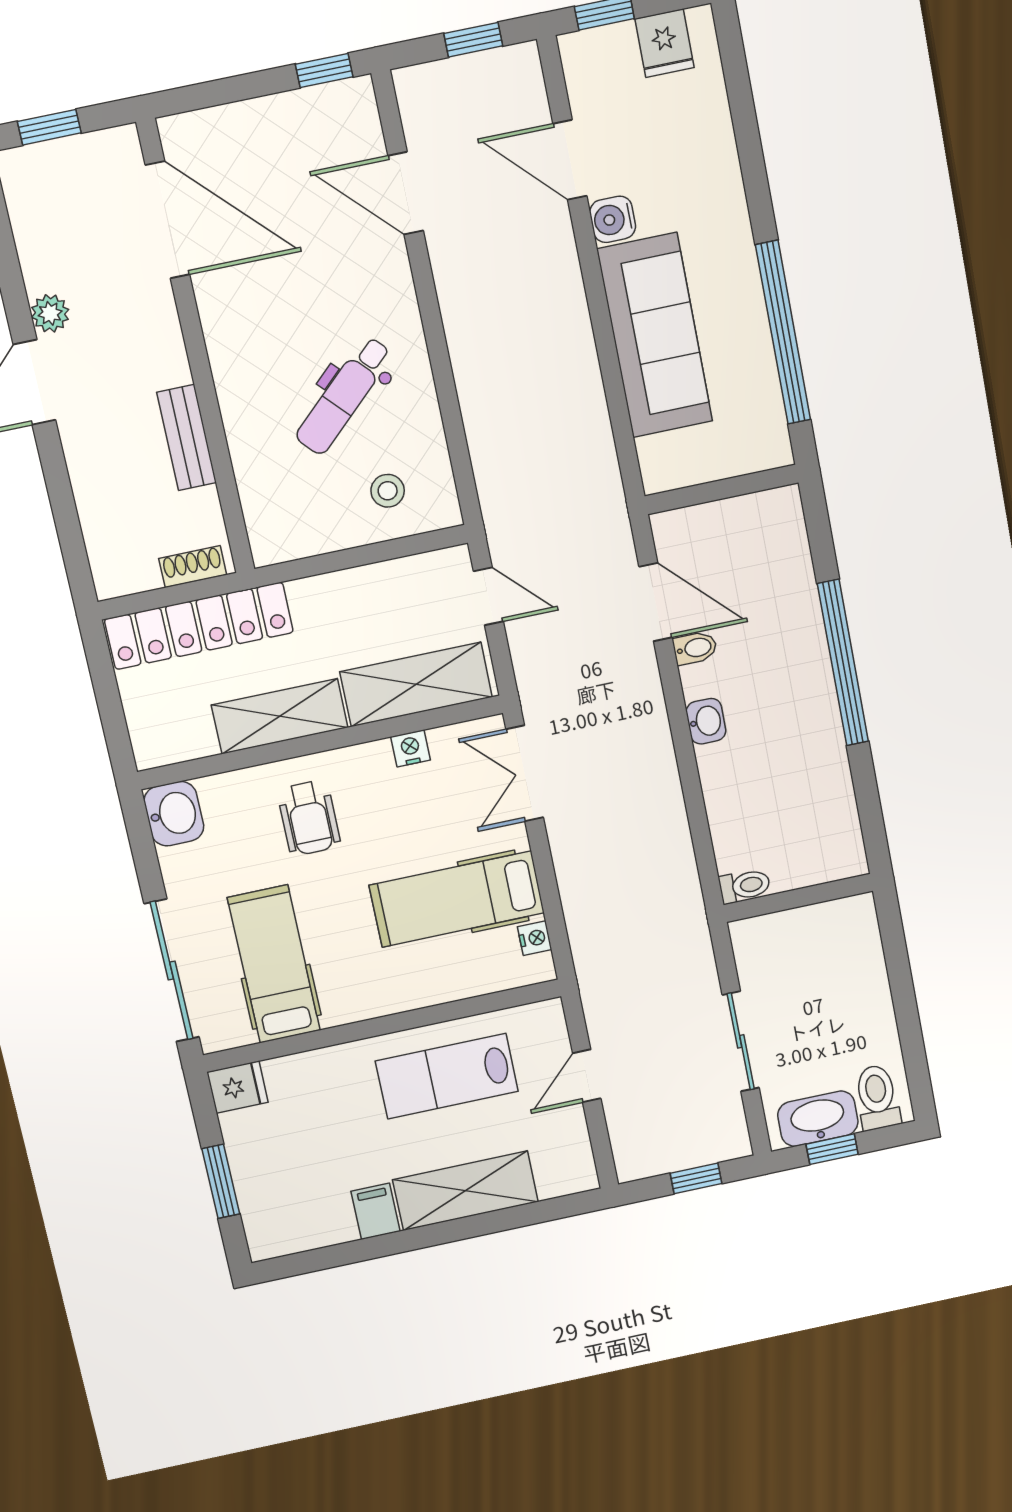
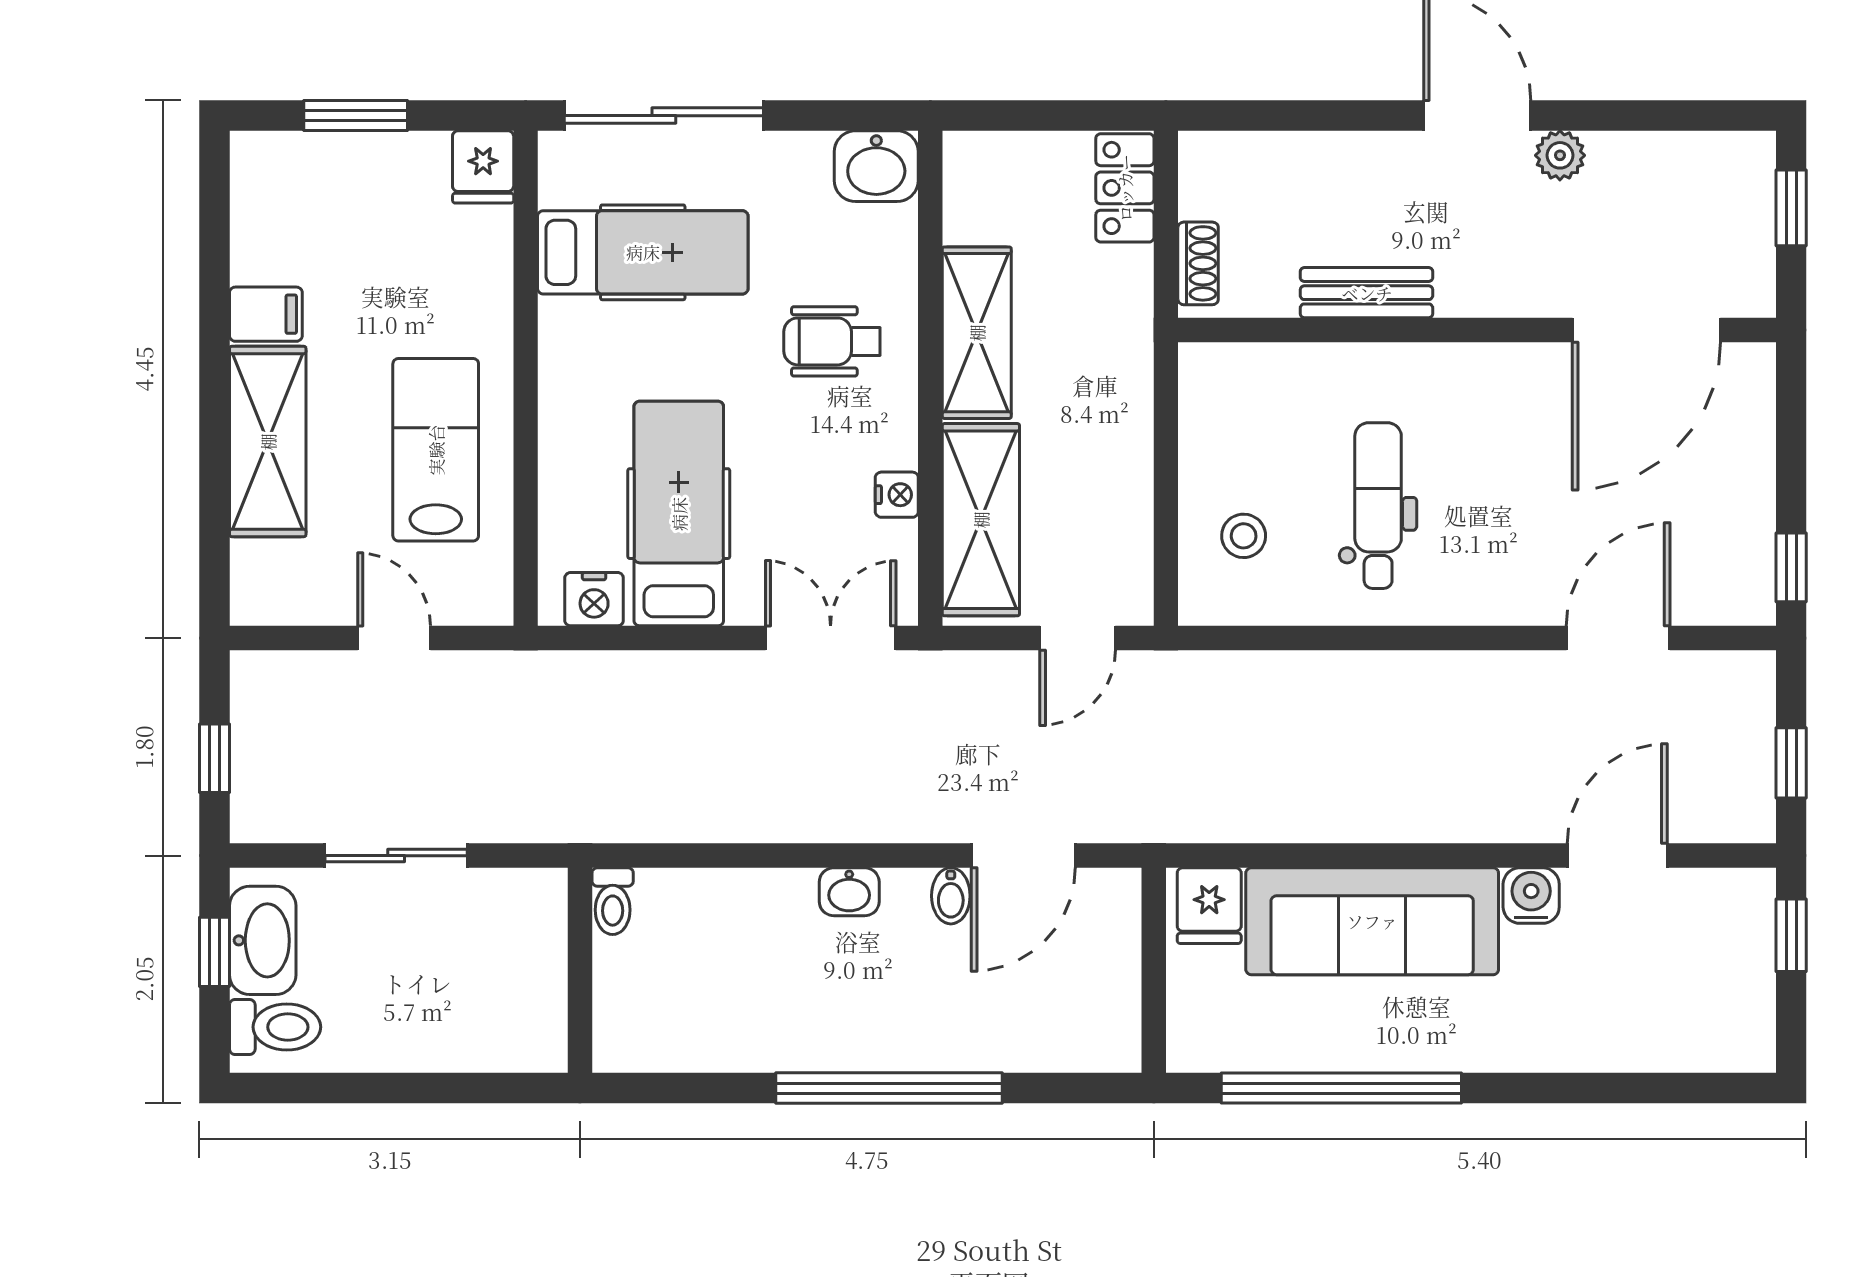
fridge: (665, 43) -> (1209, 906), moved, turned -90
dental chair: (344, 396) -> (1378, 506), turned 43
locker: (199, 626) -> (1125, 188), width x0.46, depth x0.83
nightstand: (535, 938) -> (594, 599), width x1.39, depth x1.35

